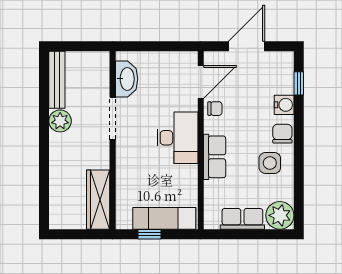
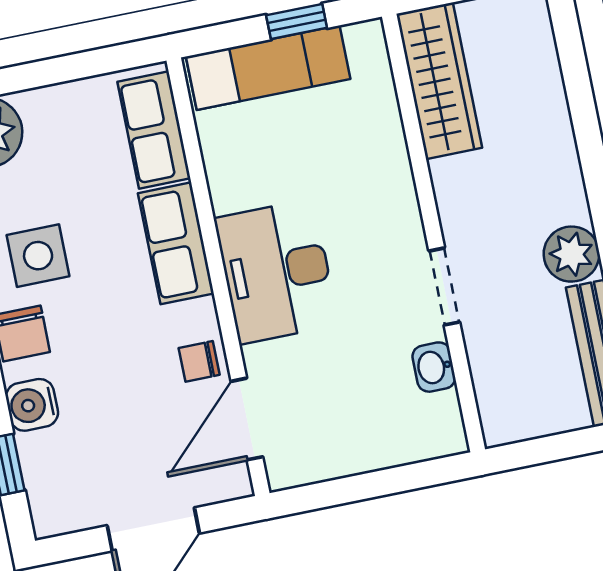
washbasin: (127, 79) -> (434, 367), width x0.52, depth x0.69
doorway: (113, 118) -> (444, 287), width x0.73
row of seats: (242, 219) -> (154, 130), moved, turned 90

